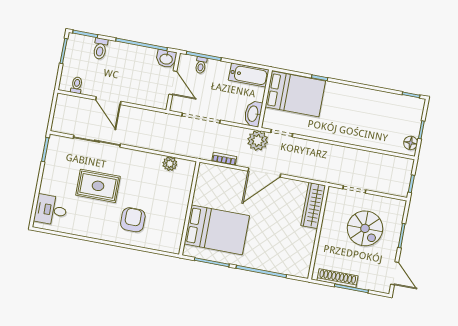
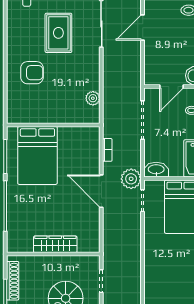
wardrobe: (313, 206) -> (55, 244), moved

